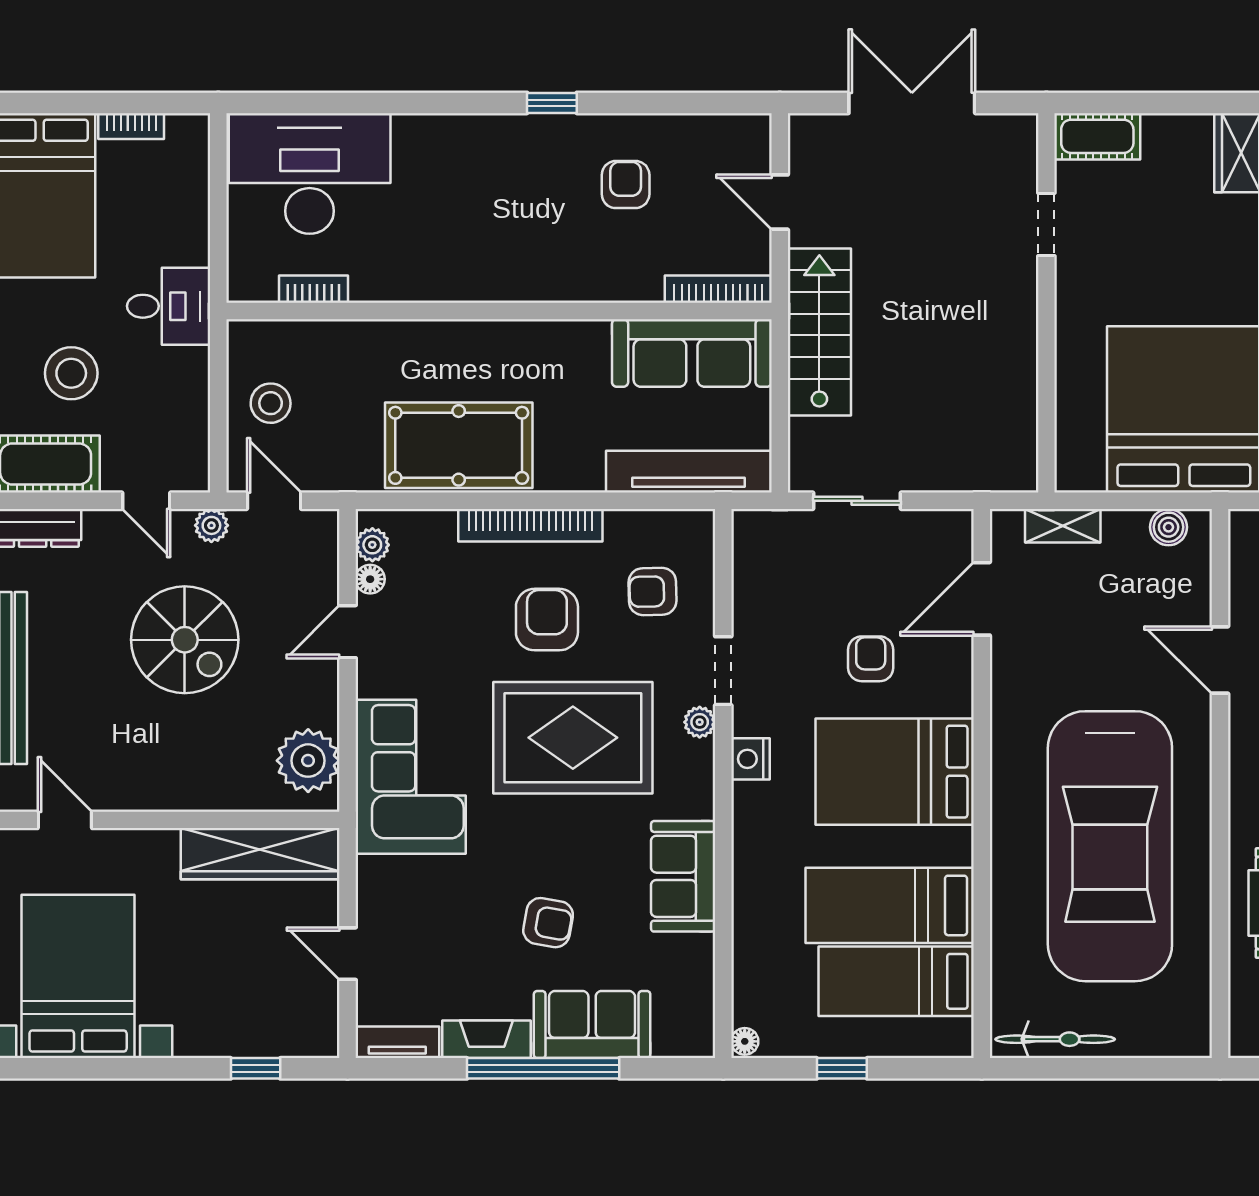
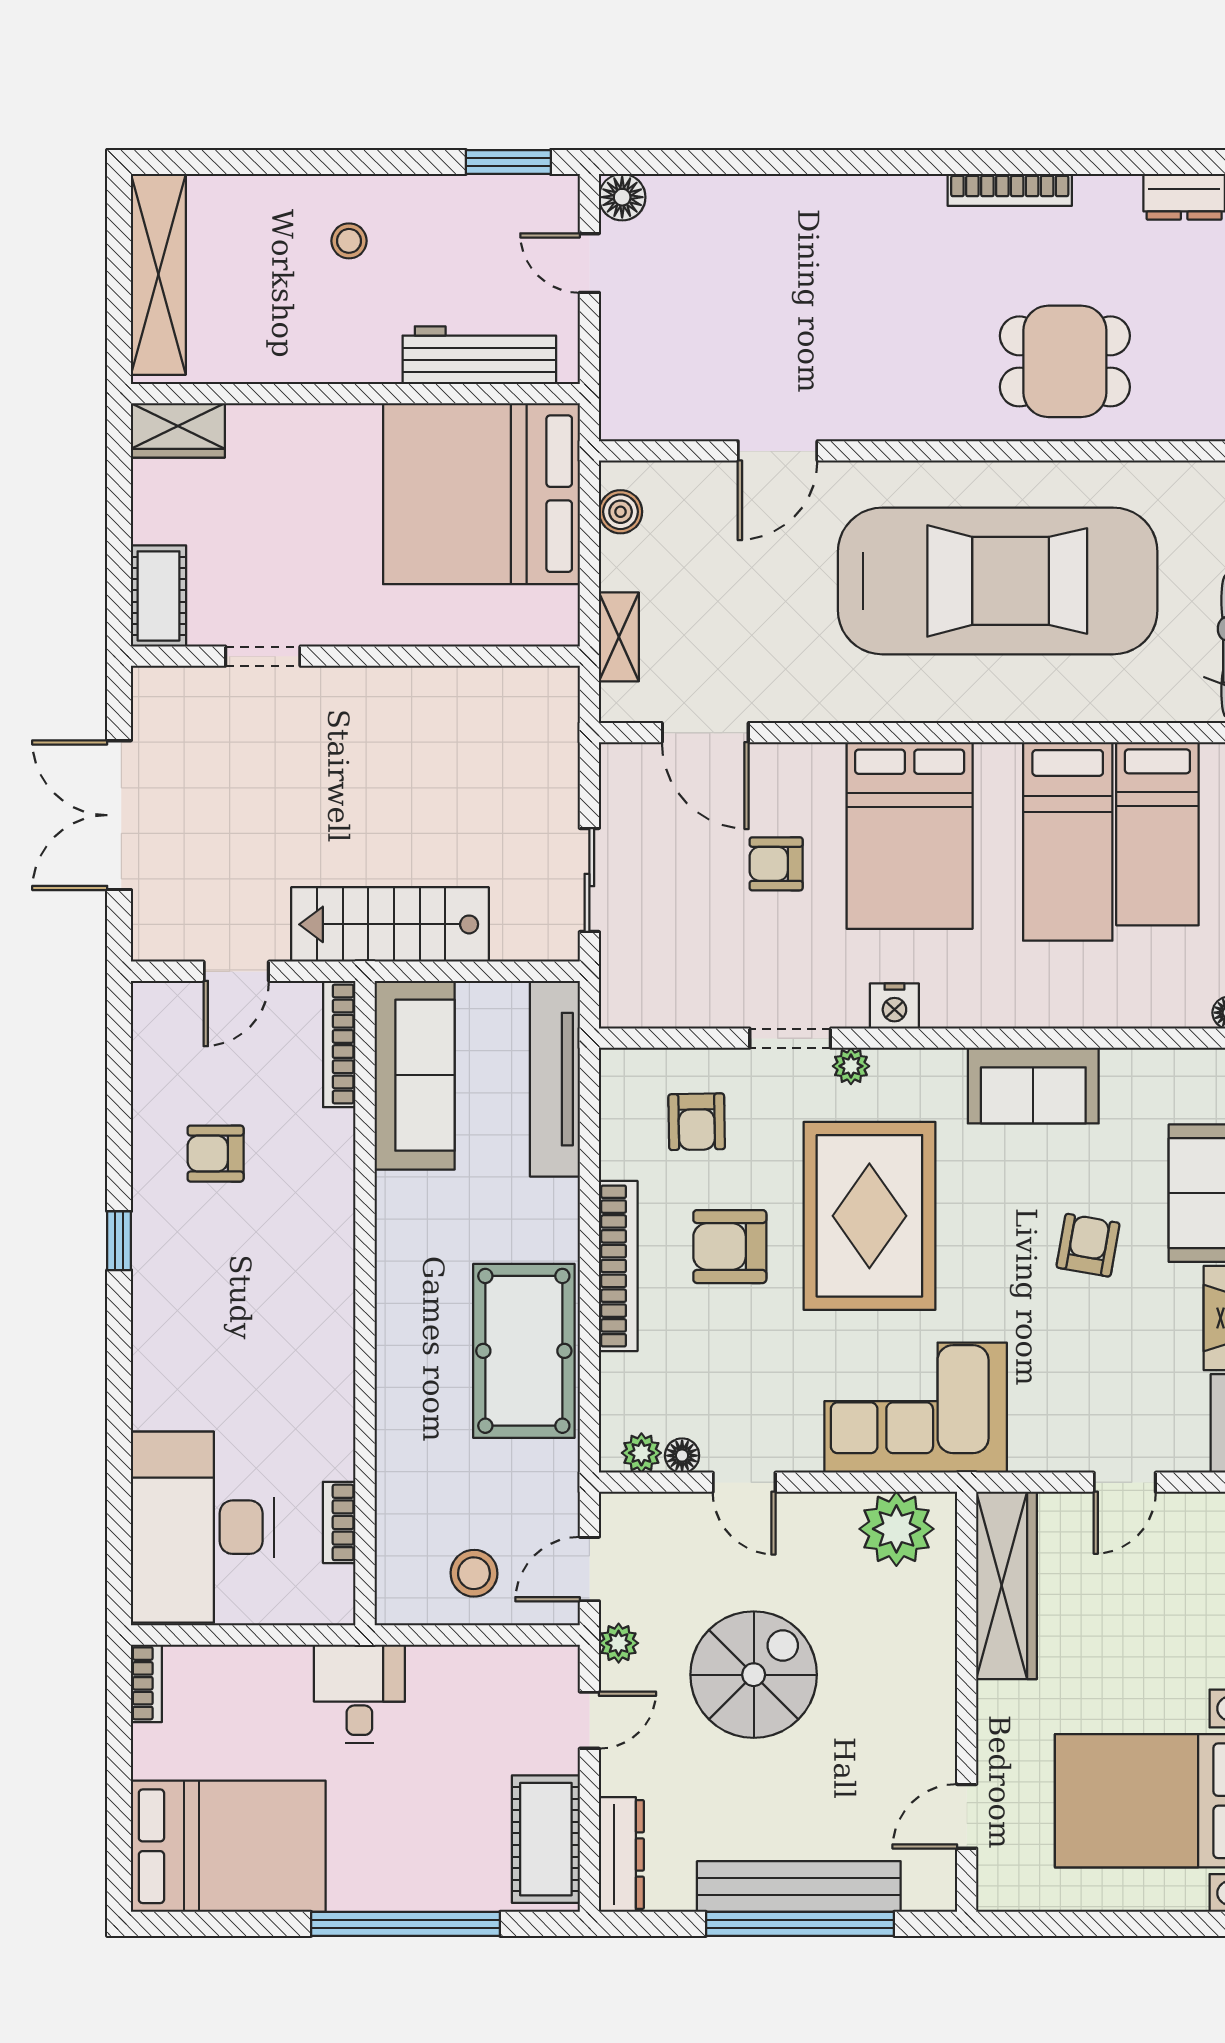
bookcase: (131, 126) -> (146, 1683), moved
stool: (71, 373) -> (439, 1809), removed

